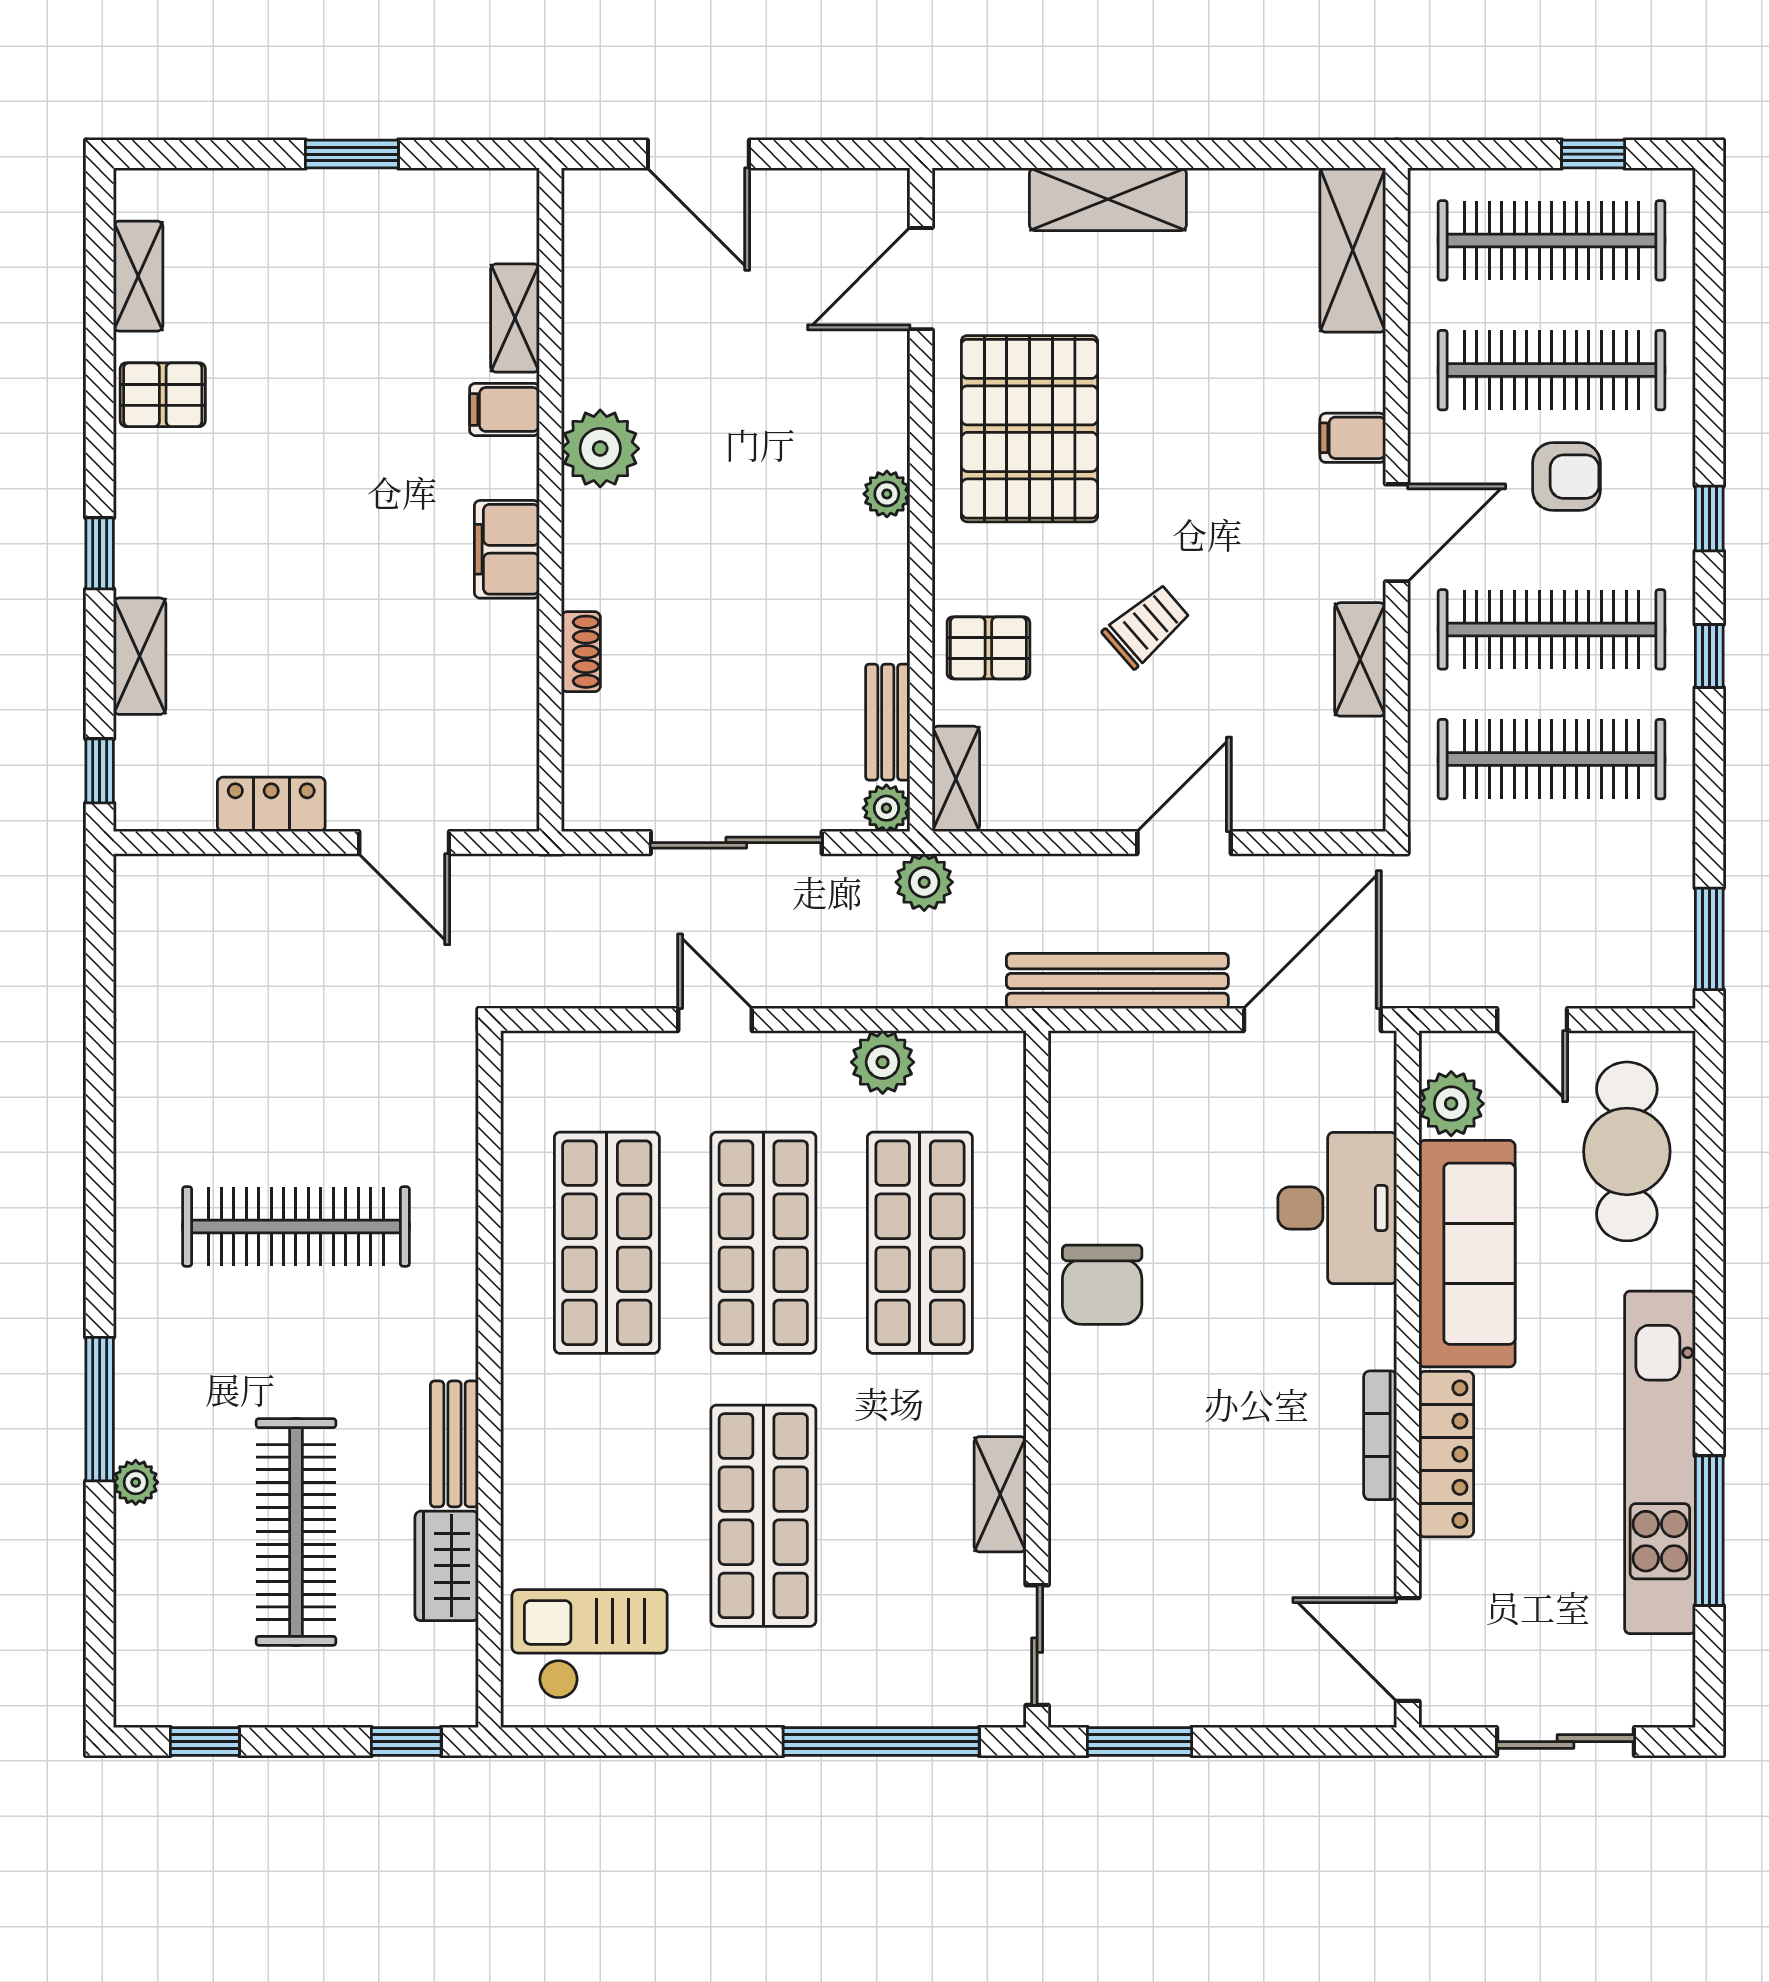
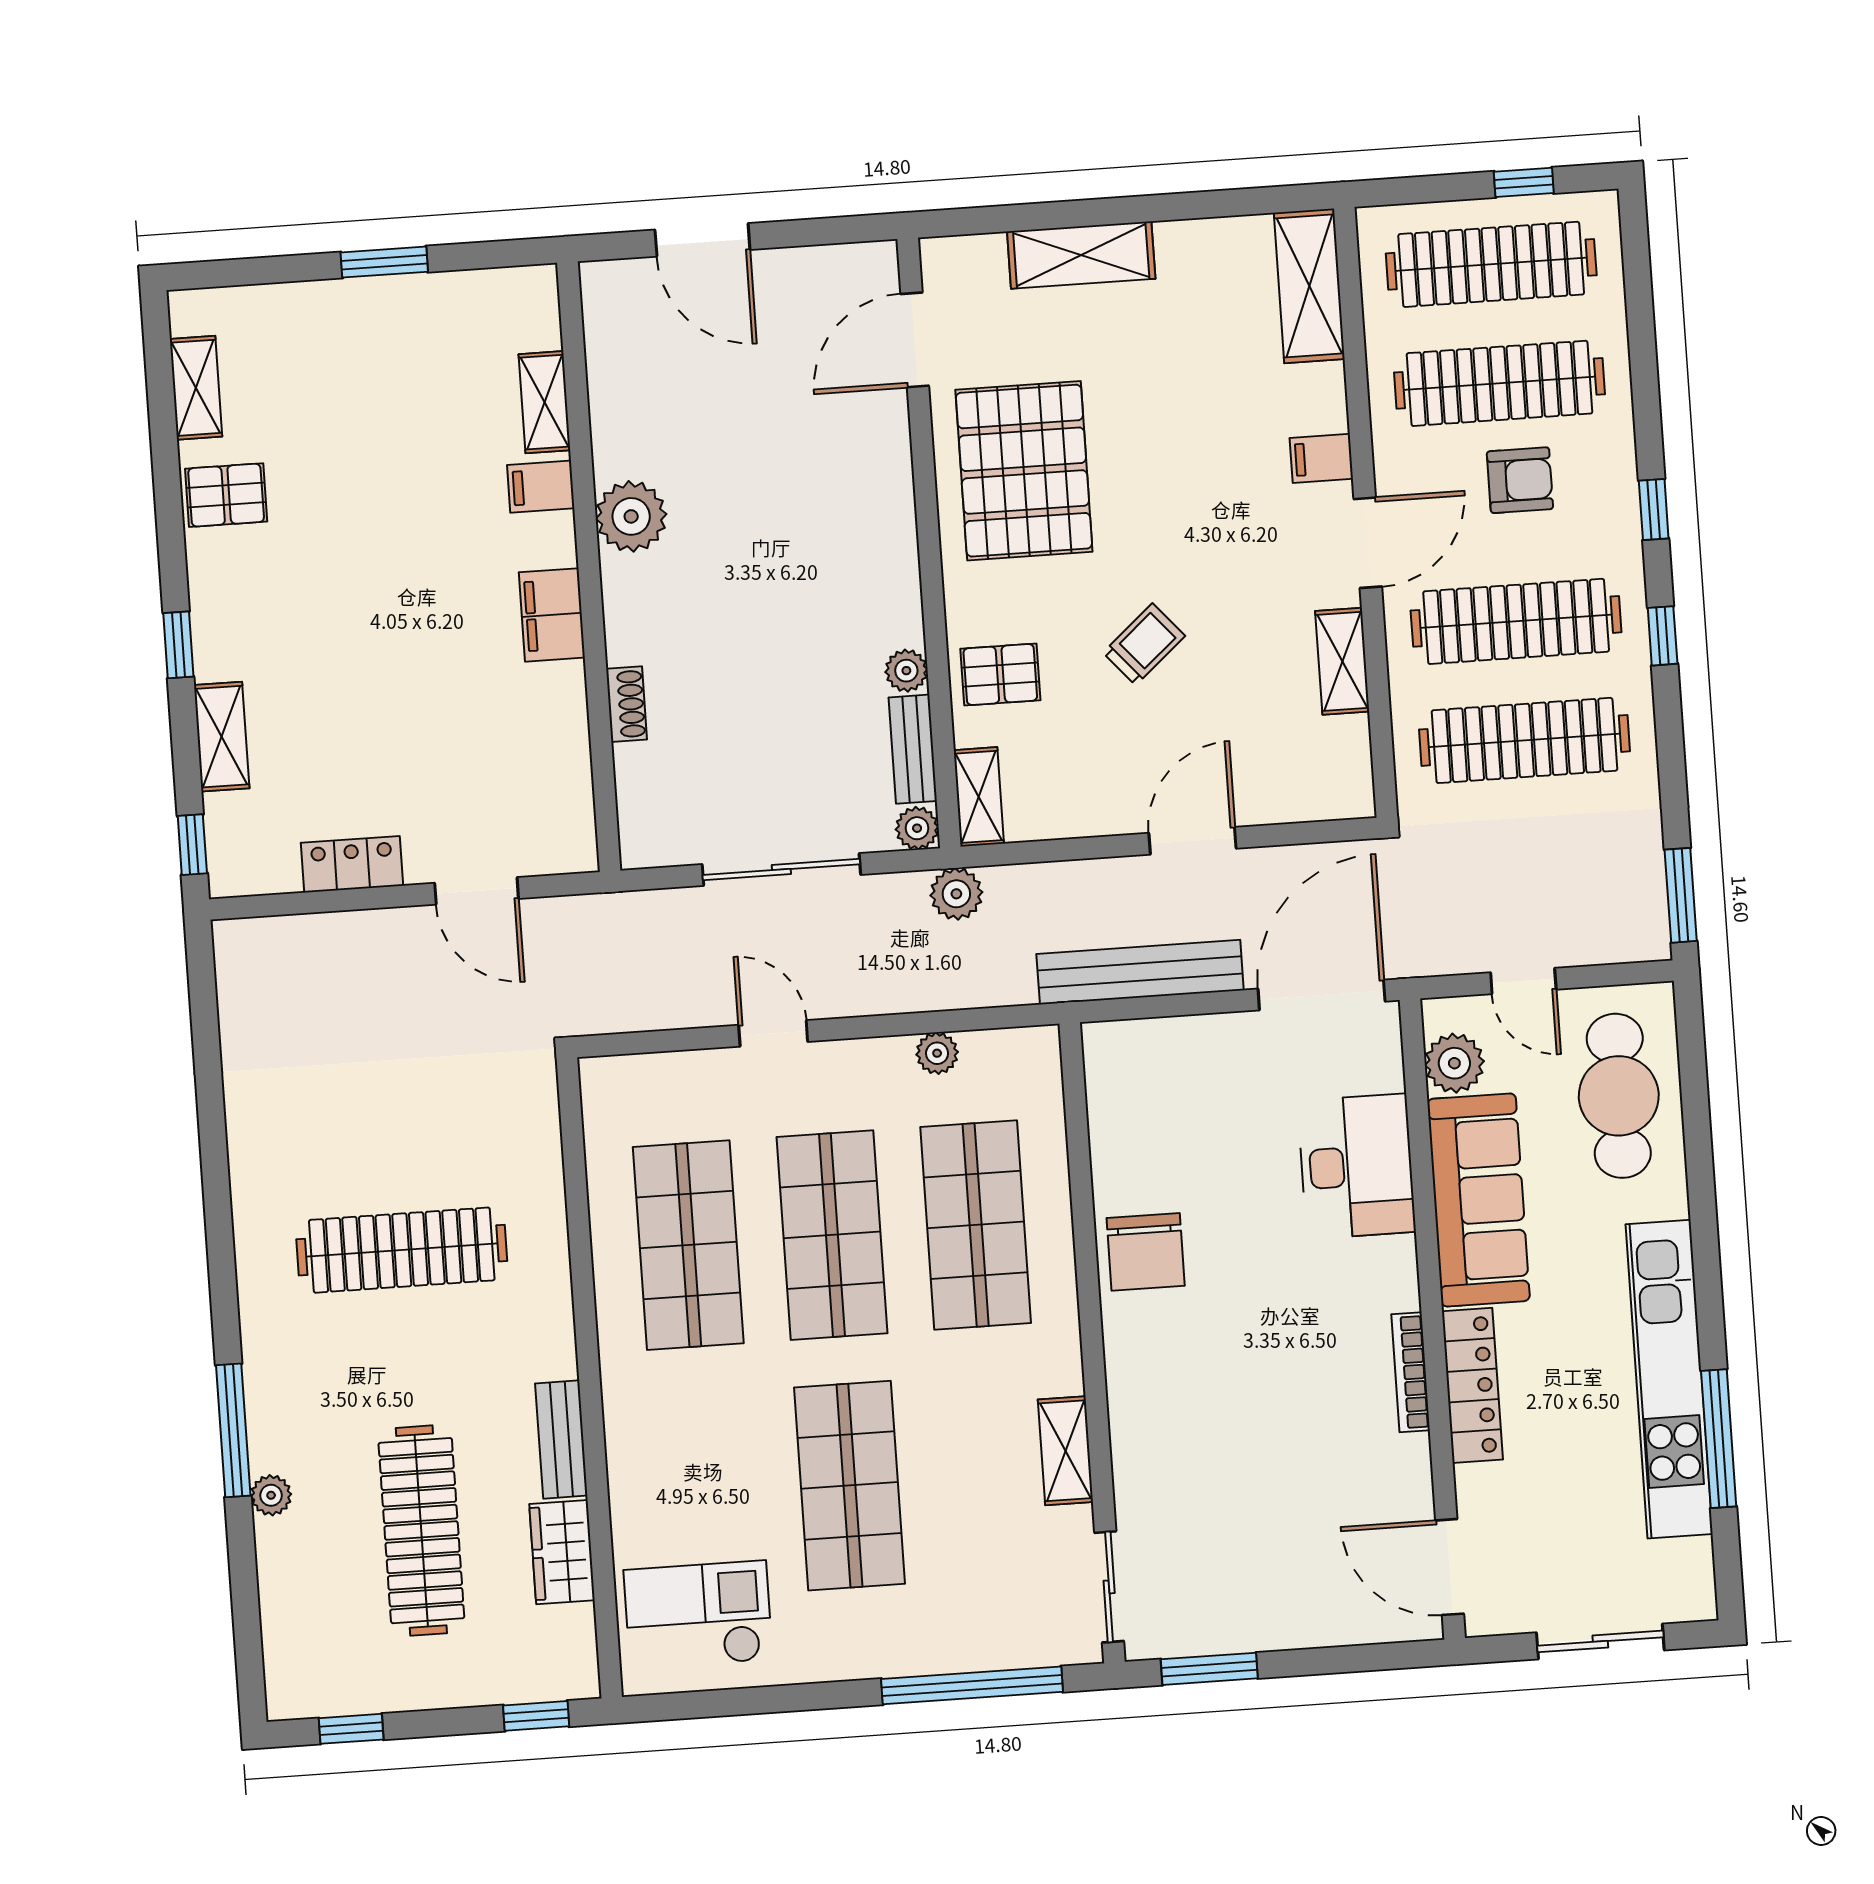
plant: (887, 494) -> (906, 671), moved
plant: (883, 1062) -> (937, 1053), width x0.73, depth x0.73

